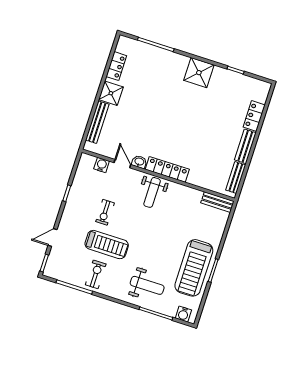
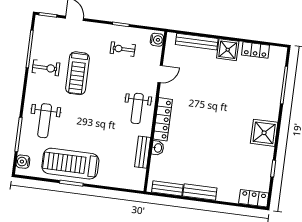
locker: (254, 116) -> (254, 198), moved
washbasin: (139, 162) -> (158, 148), moved
water cooler: (102, 165) -> (157, 40), moved
weight bench: (152, 192) -> (137, 108), turned -90
bench: (217, 202) -> (143, 152), moved
exercise bike: (105, 212) -> (123, 49), moved

